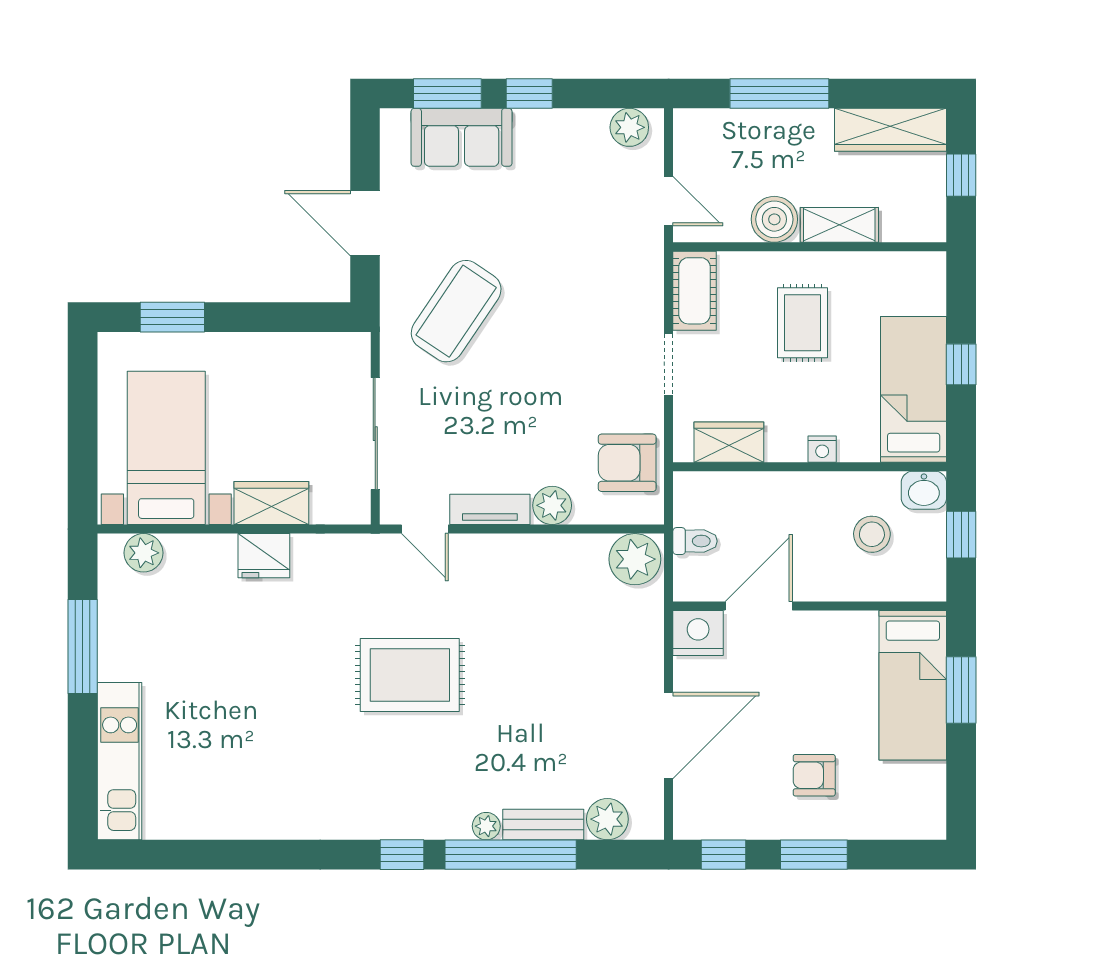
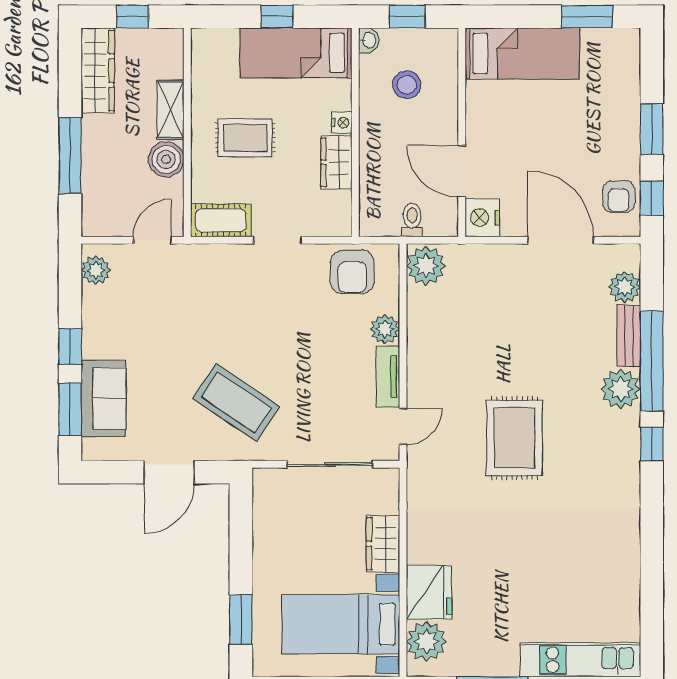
wardrobe: (729, 442) -> (336, 162), moved
washbasin: (924, 490) -> (369, 40), width x0.72, depth x0.69
plant: (144, 553) -> (426, 641), width x1.36, depth x1.36
fridge: (264, 556) -> (429, 592), moved, width x1.36, depth x1.34
window: (961, 690) -> (587, 17), moved
armchair: (814, 775) -> (619, 197), moved
plant: (486, 826) -> (621, 389), width x1.87, depth x1.87

